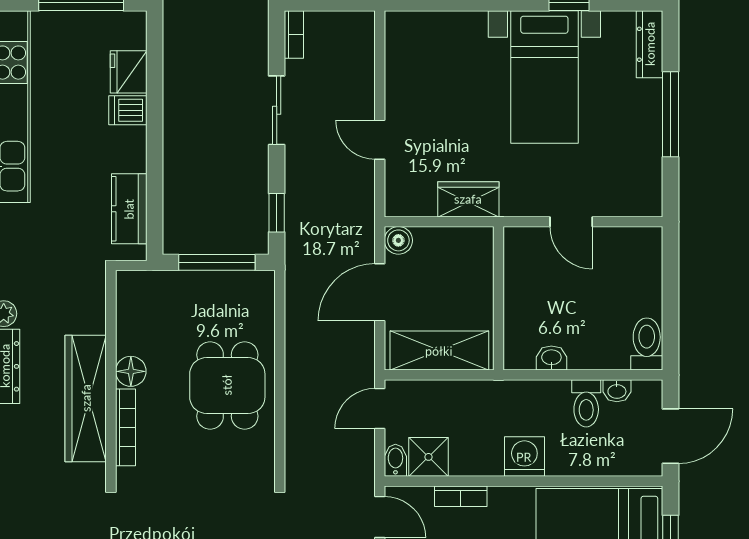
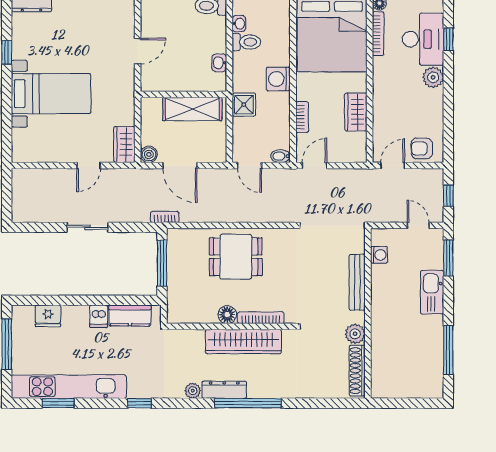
bookcase: (294, 34) -> (165, 217), moved
bed with nightstands: (544, 77) -> (51, 94), moved
dishwasher: (128, 110) -> (99, 316), moved
sliding door: (277, 110) -> (88, 227), moved
wardrobe: (468, 199) -> (124, 145), moved
window: (277, 213) -> (132, 227), removed
shelving: (439, 351) -> (192, 109), moved, turned 90
shower: (429, 457) -> (244, 105), moved

